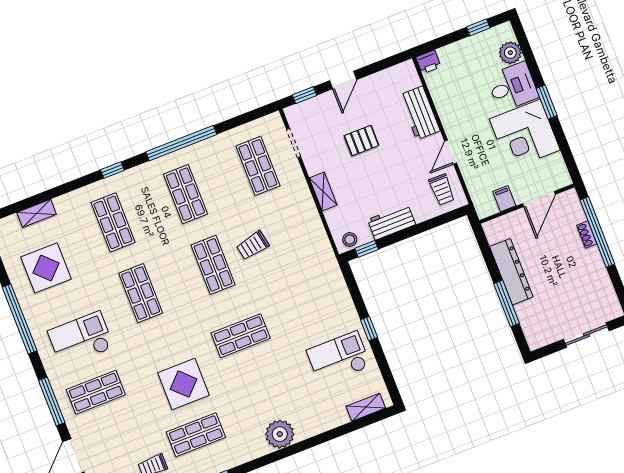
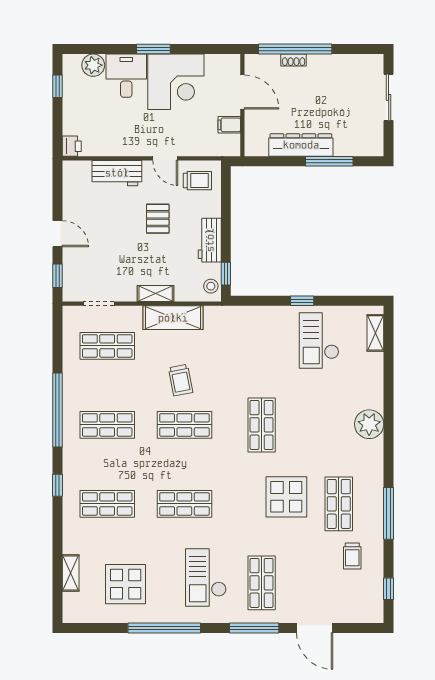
pallet: (361, 141) -> (158, 219), moved
shelving: (307, 216) -> (173, 318), added

